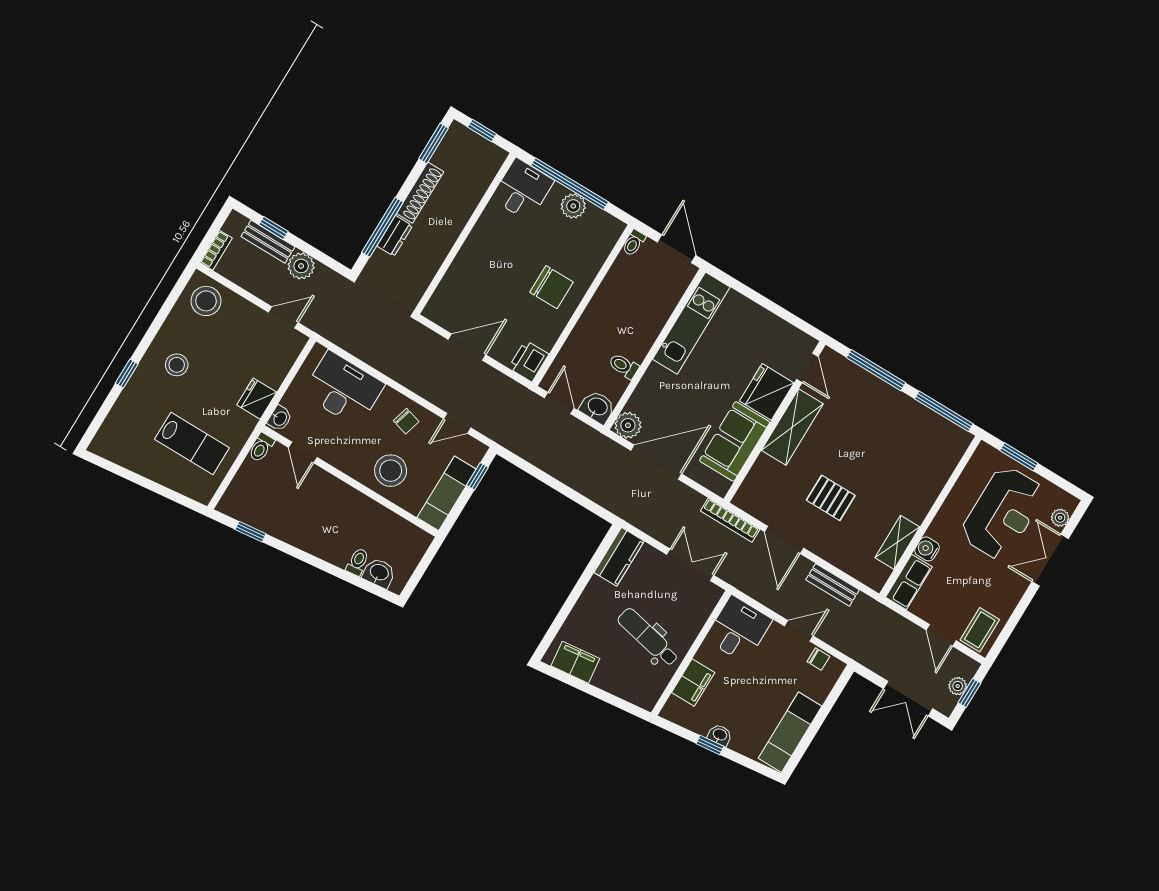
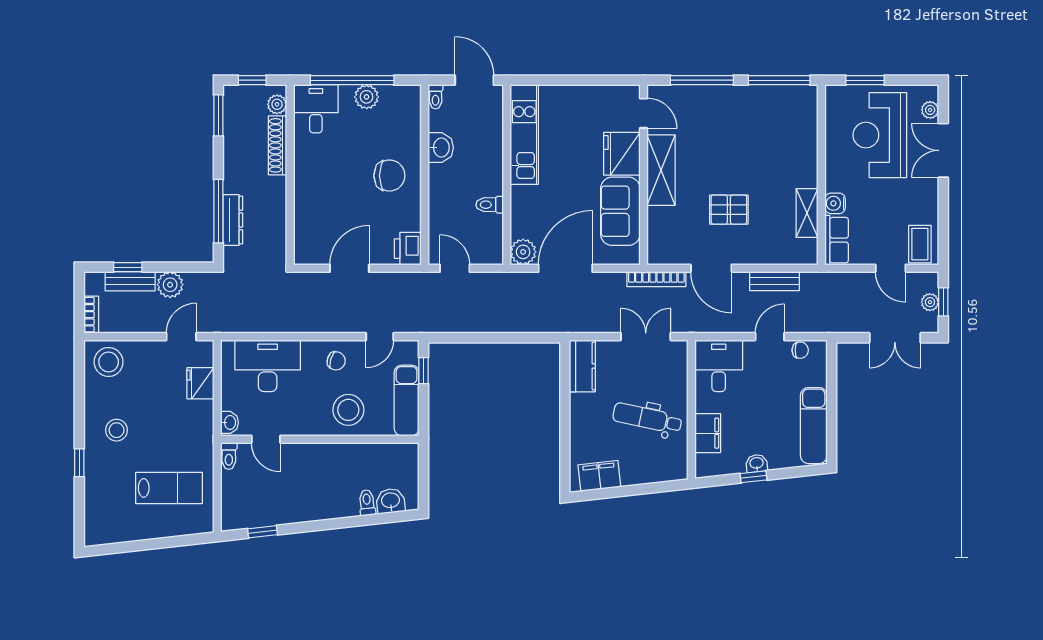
plant: (491, 165) -> (277, 104), added
shoe rack: (420, 193) -> (278, 145), moved, turned 180
dresser: (395, 236) -> (233, 220), width x1.44
fridge: (257, 399) -> (200, 383), moved
washbasin: (597, 407) -> (441, 148), moved, turned 90
reception desk: (1003, 513) -> (880, 135), turned 180

